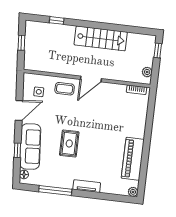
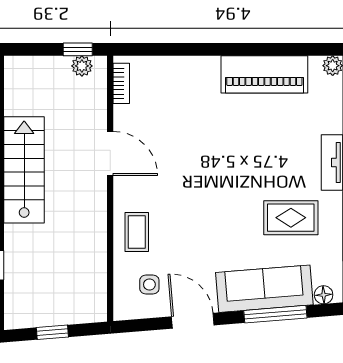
window: (158, 51) -> (78, 49), moved
door: (91, 79) -> (110, 153), moved
rug: (69, 144) -> (291, 218), moved
window: (17, 150) -> (275, 314), width x2.17

